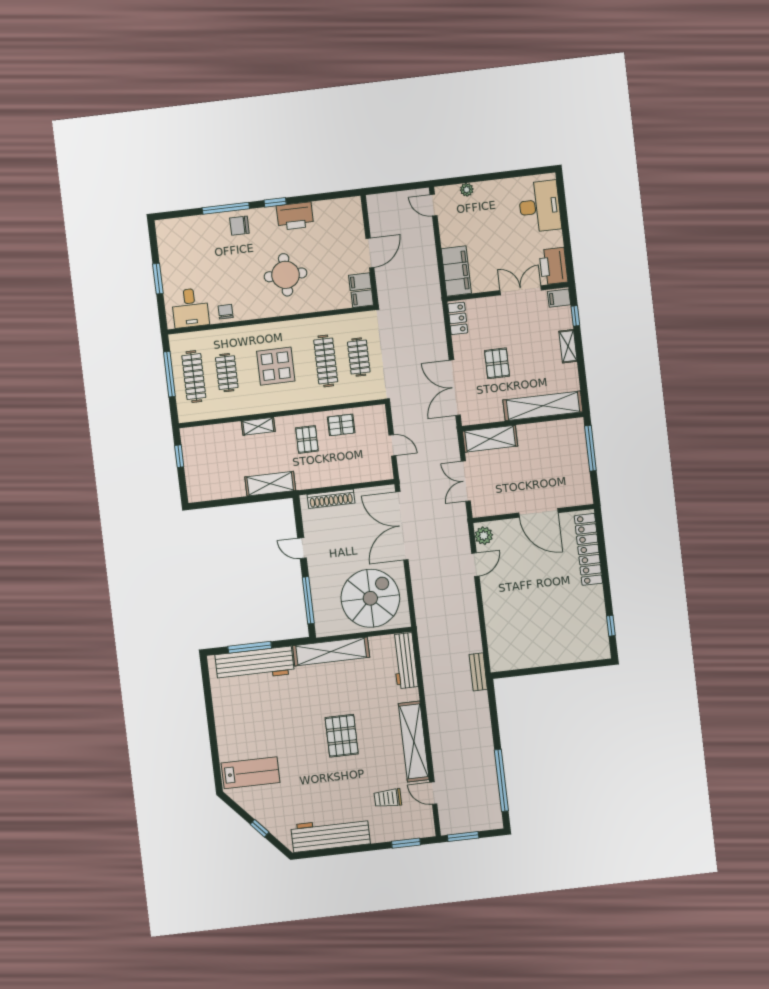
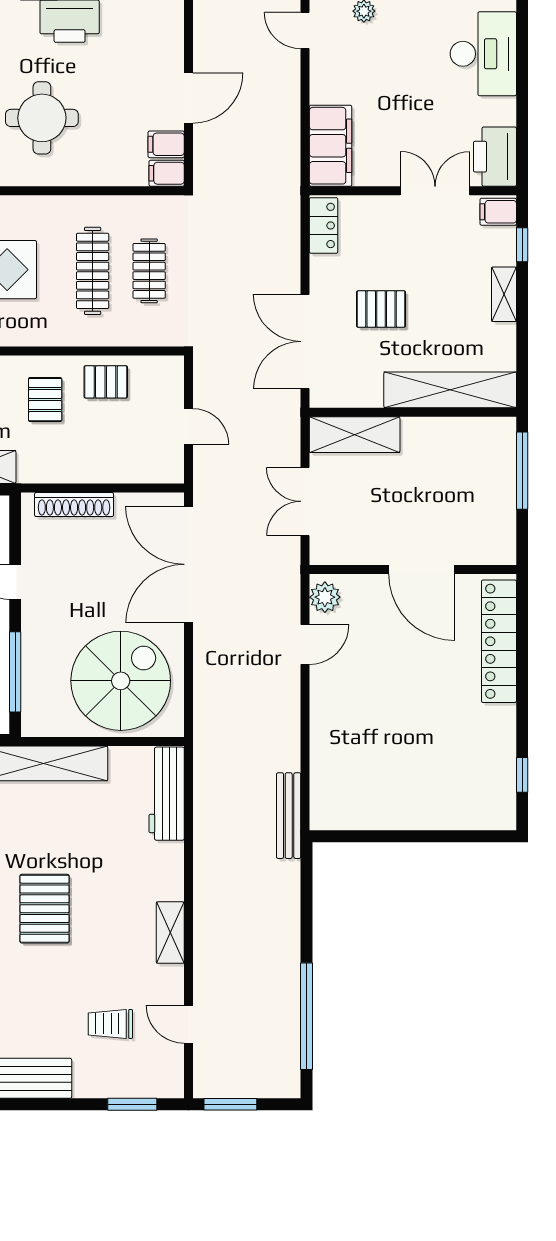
pallet: (497, 363) -> (381, 309), turned 90
bench: (478, 672) -> (289, 816), width x1.36
shelving: (414, 741) -> (170, 933), width x0.45, depth x0.75

